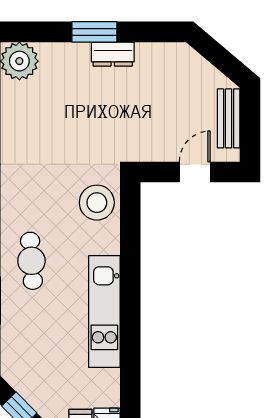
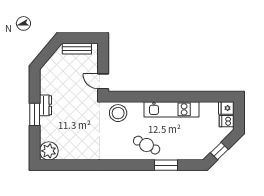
door: (195, 172) -> (103, 81), moved
cafe table: (31, 261) -> (147, 145), turned 31

